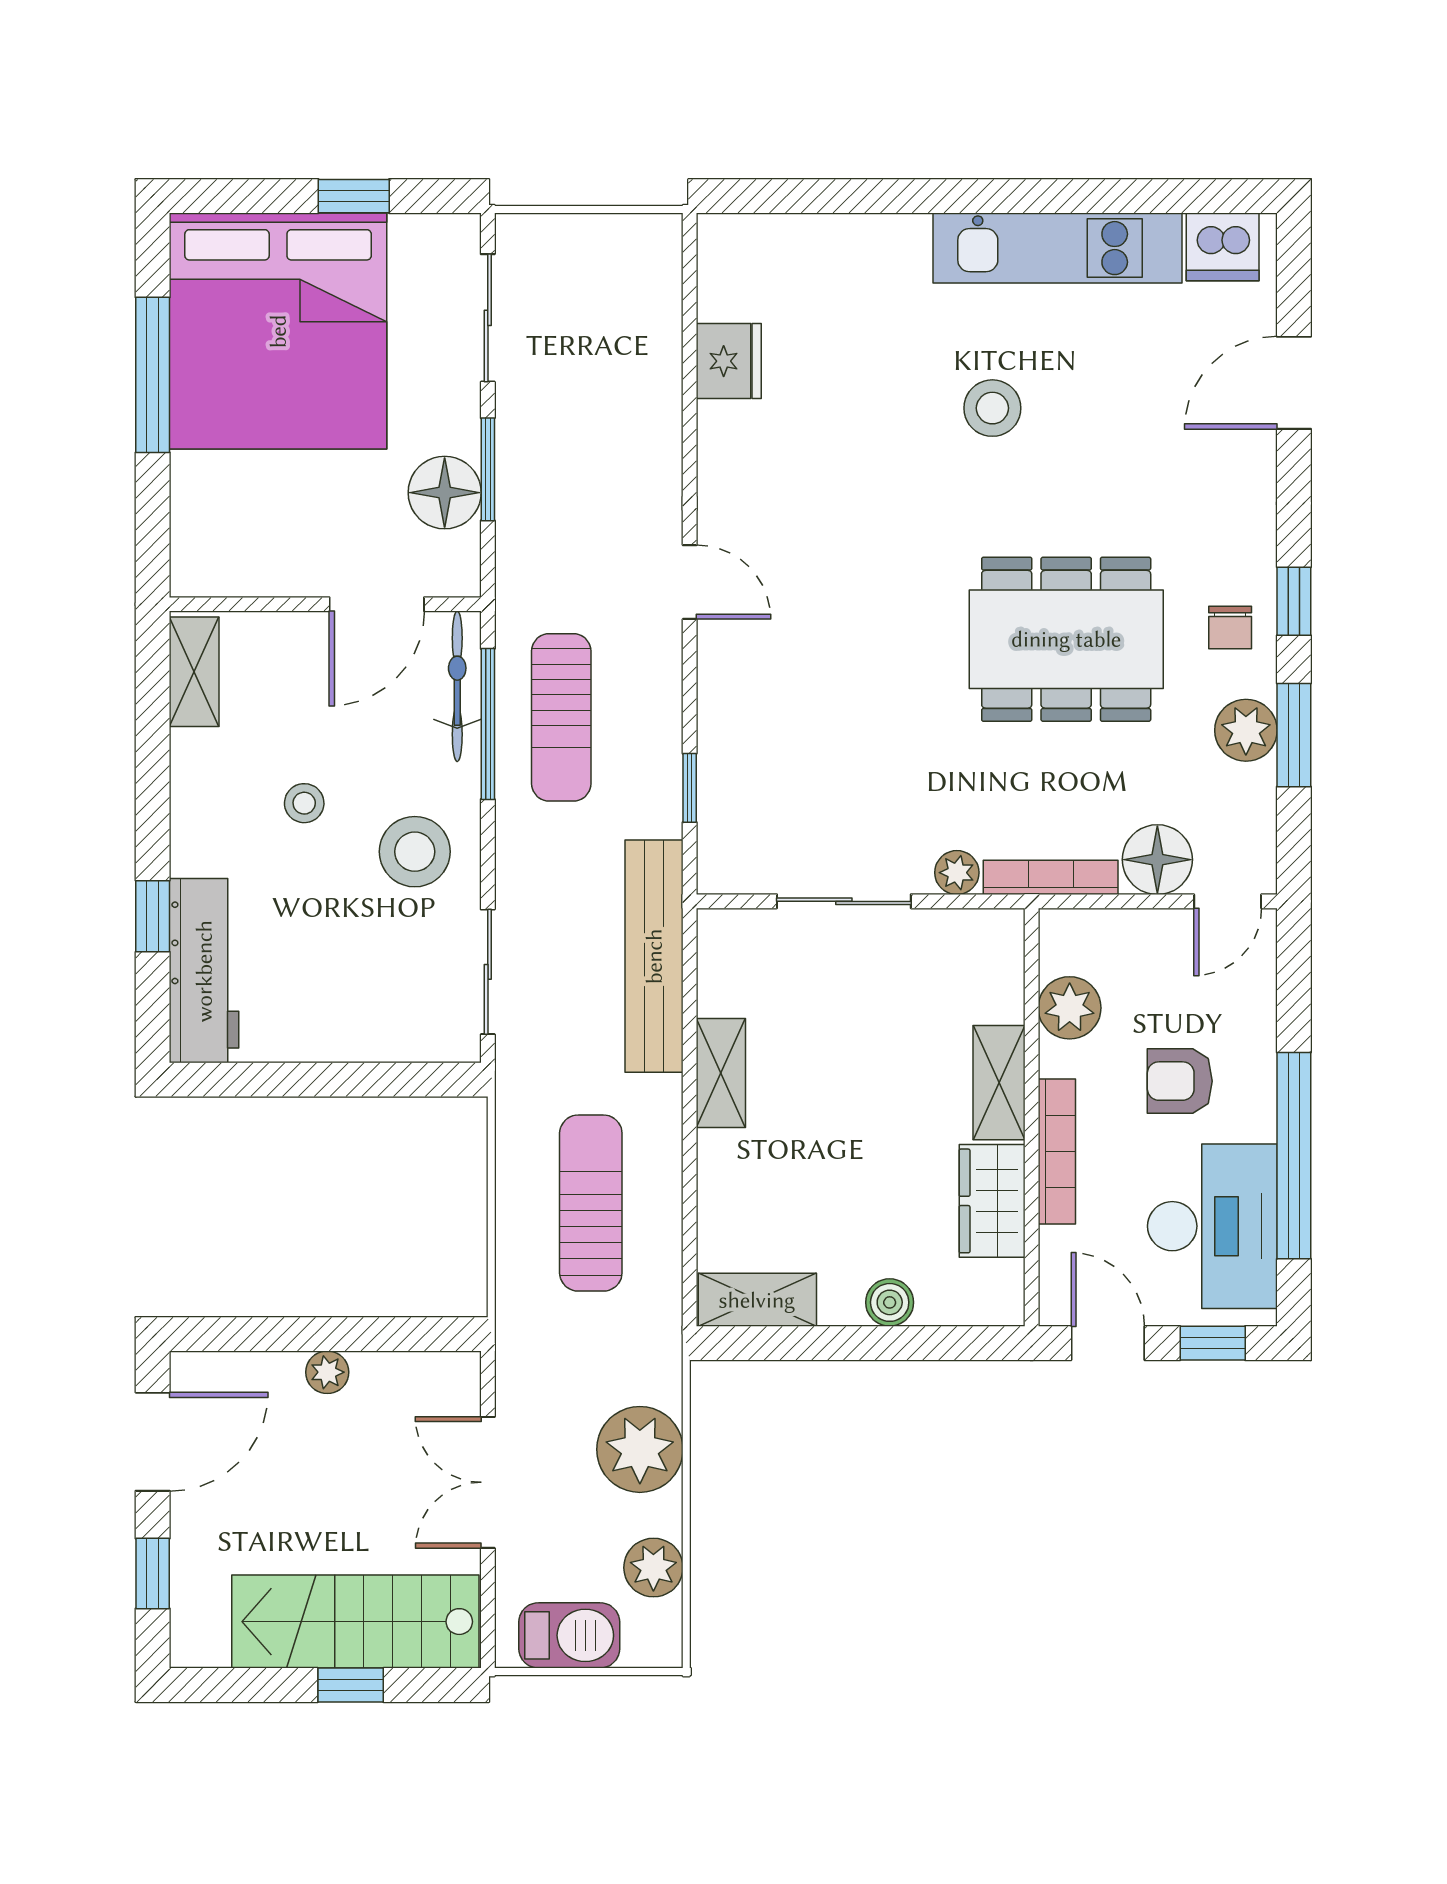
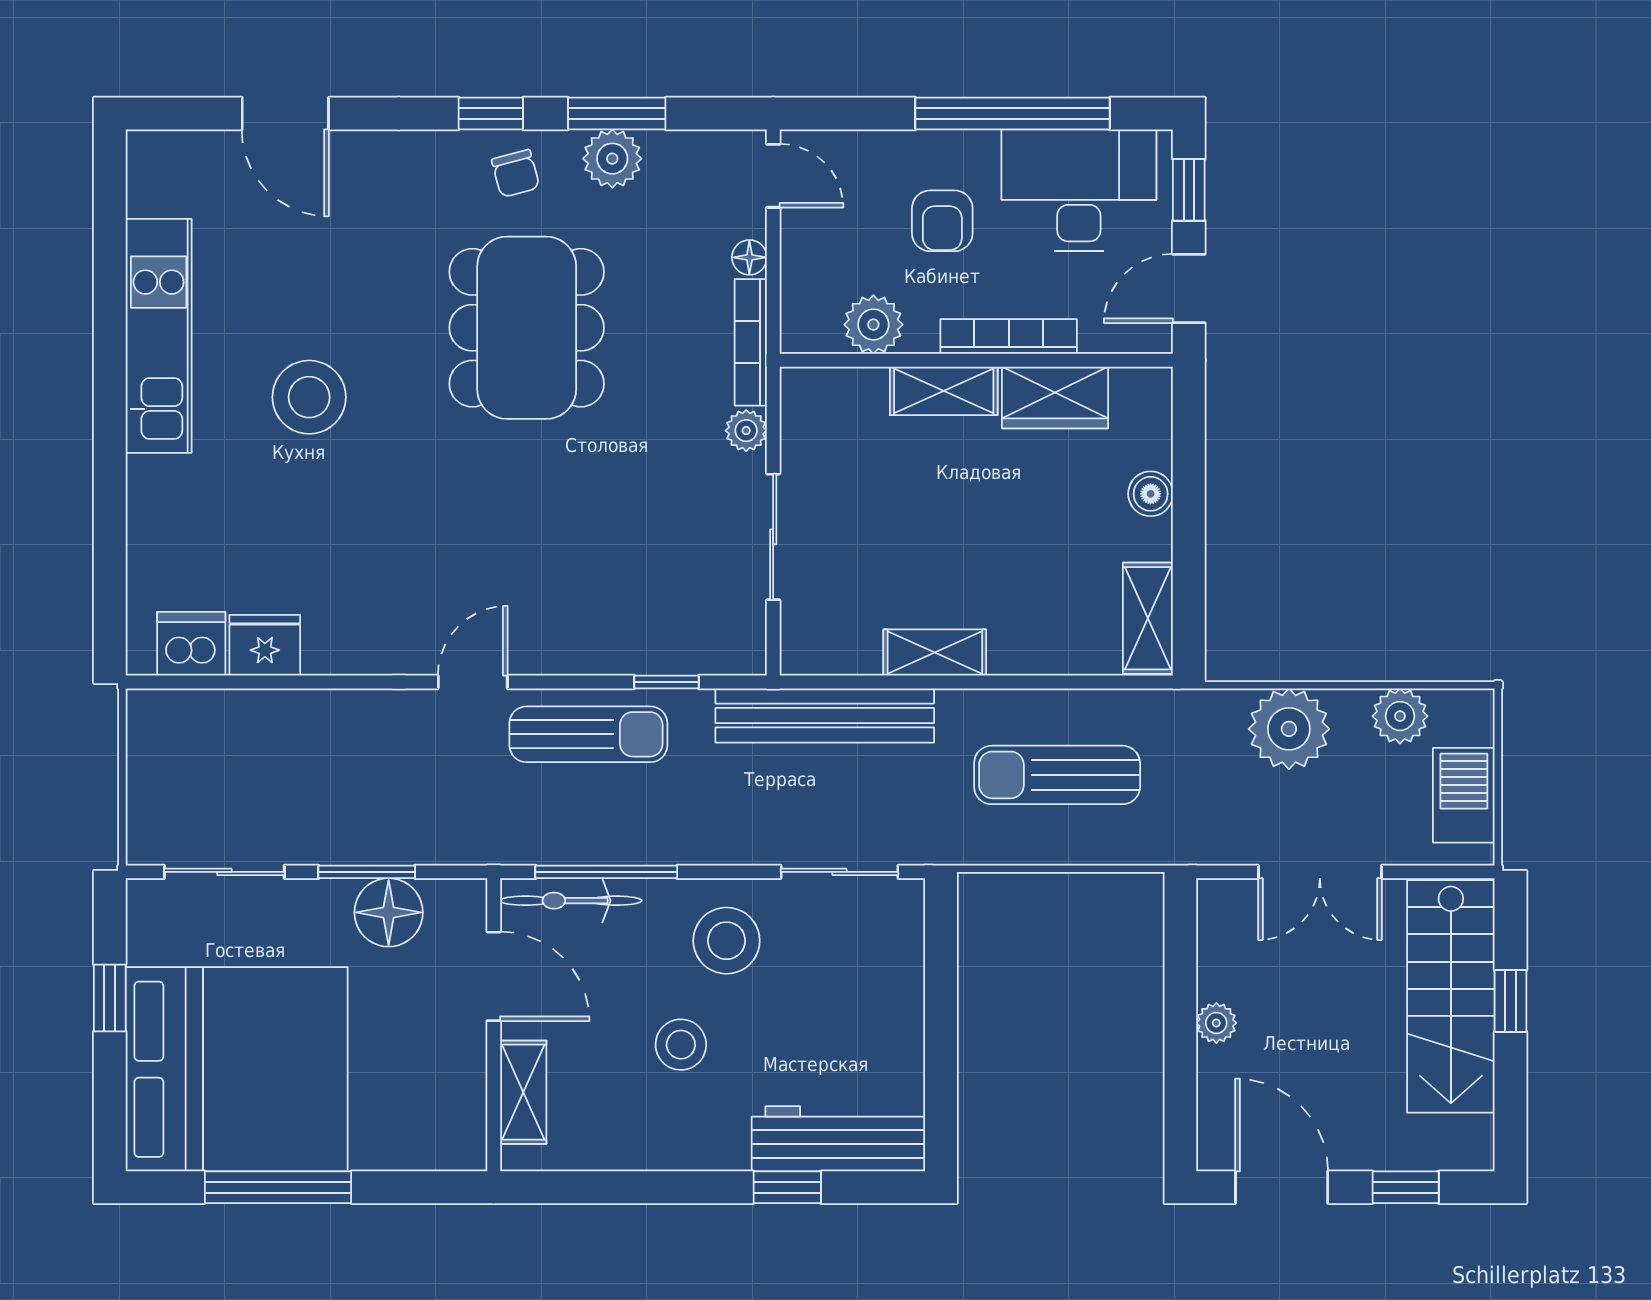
dishwasher: (1223, 247) -> (191, 644), moved, turned -90
stool: (992, 408) -> (309, 397), width x1.38, depth x1.38
chair: (1230, 627) -> (516, 173), turned 75
shelving: (194, 672) -> (523, 1092), moved, turned 90
sun lounger: (561, 717) -> (588, 734), moved
stool: (304, 803) -> (681, 1045), width x1.37, depth x1.37
floor lamp: (1157, 860) -> (749, 257), width x0.53, depth x0.53

